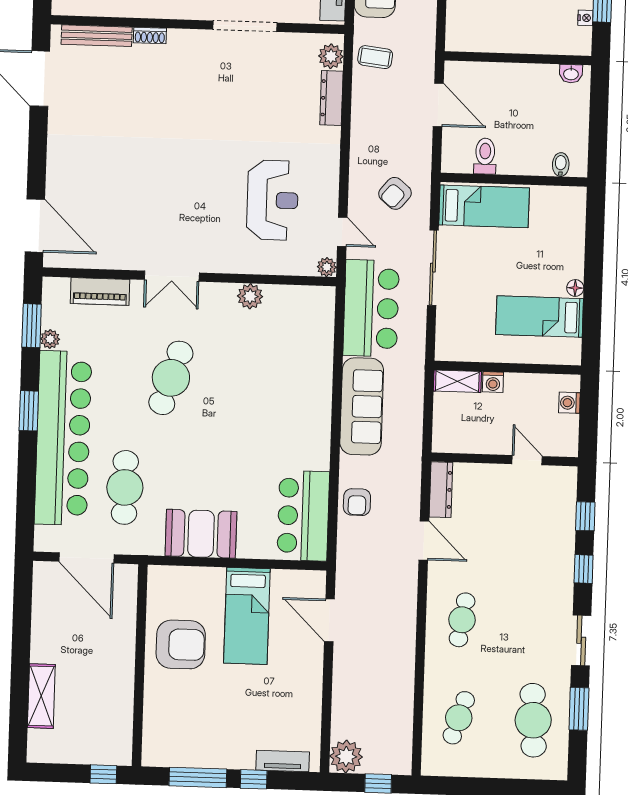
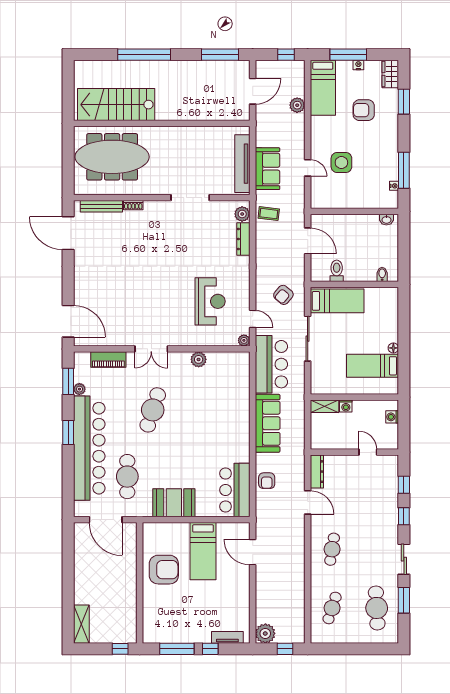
shelving: (41, 696) -> (81, 624), moved

